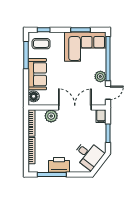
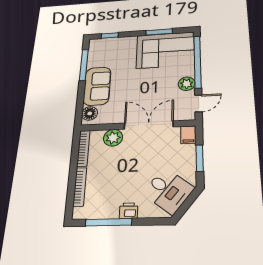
coffee table: (41, 44) -> (105, 51), removed
printer: (59, 165) -> (129, 211), width x0.53, depth x0.68

